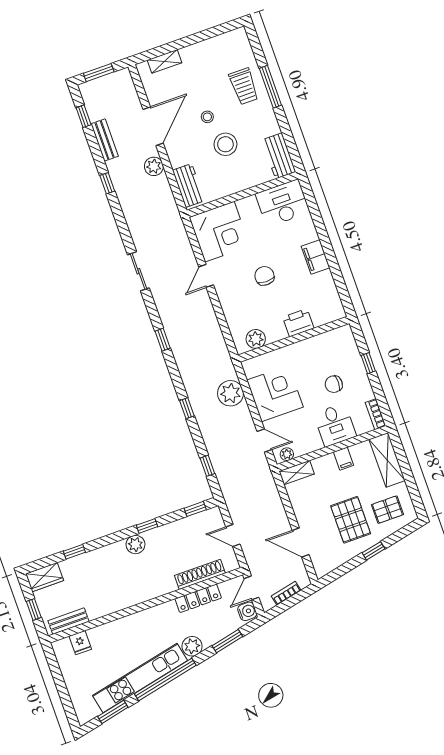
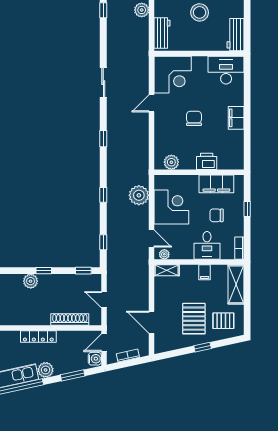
filing cabinet: (320, 346) -> (216, 184), added
locker: (198, 598) -> (38, 337), moved

